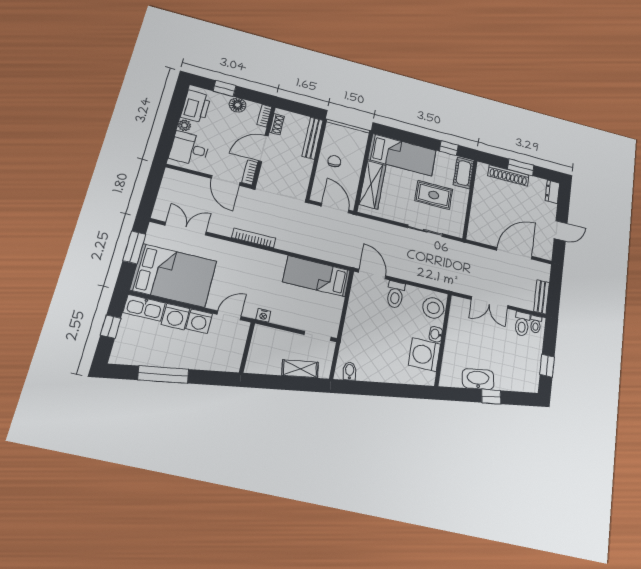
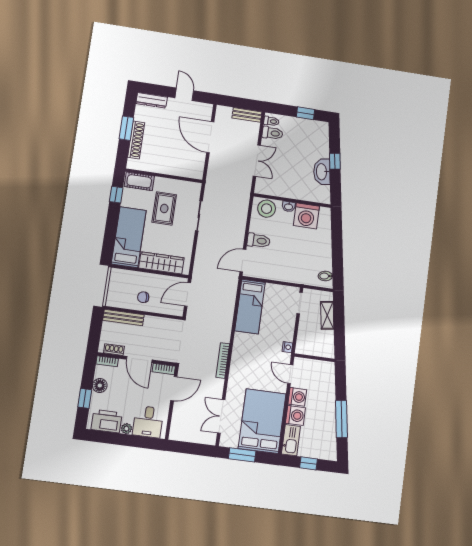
dresser: (552, 192) -> (152, 100), width x1.44

